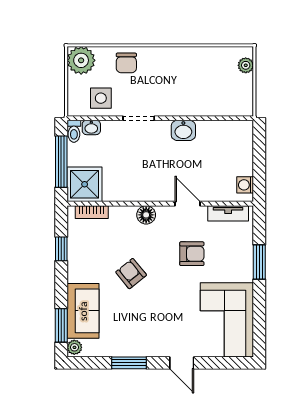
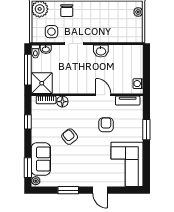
floor lamp: (146, 215) -> (62, 102), moved
armchair: (192, 254) -> (106, 125), turned -90

